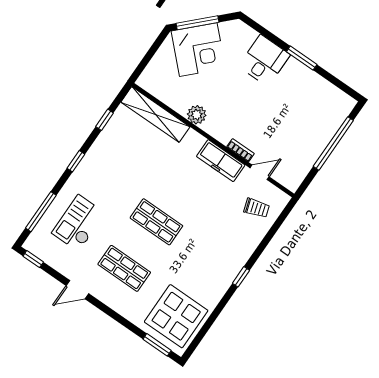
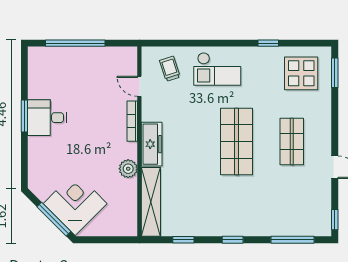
desk: (264, 60) -> (47, 118), moved
bookcase: (241, 150) -> (132, 121), width x1.56
freezer: (221, 161) -> (152, 144), moved
shop shelf: (156, 222) -> (236, 141), width x1.43, depth x1.36
checkout: (78, 223) -> (217, 69), moved
window: (241, 277) -> (268, 43), moved
display table: (176, 316) -> (301, 73), width x0.73, depth x0.73

